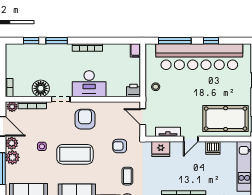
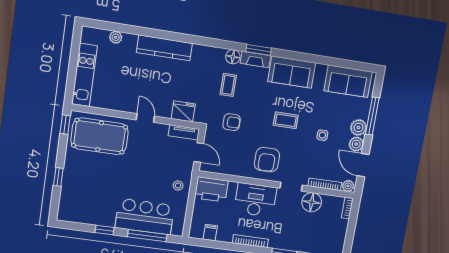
filing cabinet: (135, 50) -> (210, 233), moved
bar counter: (199, 57) -> (145, 217), width x0.54
printer: (133, 90) -> (211, 189), width x1.87, depth x1.48
tv unit: (168, 132) -> (184, 132), moved
door: (191, 139) -> (145, 118), hinge flipped
dishwasher: (213, 148) -> (120, 103), removed
coffee table: (75, 154) -> (286, 120), width x0.54, depth x0.58

